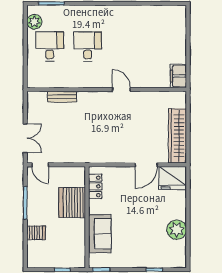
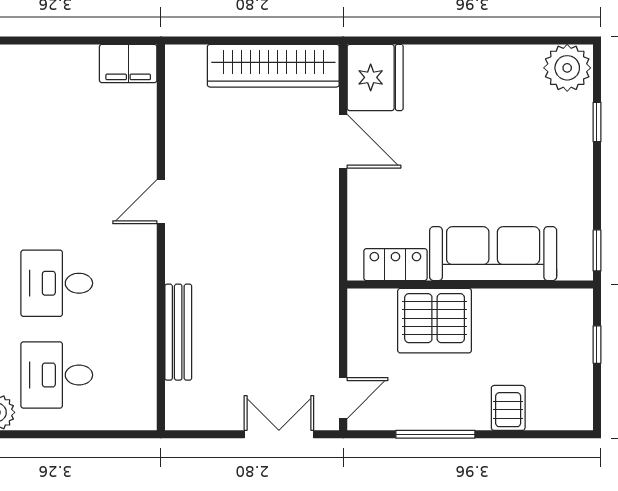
bench: (62, 97) -> (178, 332), width x1.36
plant: (177, 230) -> (567, 68), moved
sofa: (100, 234) -> (493, 254), width x1.36

